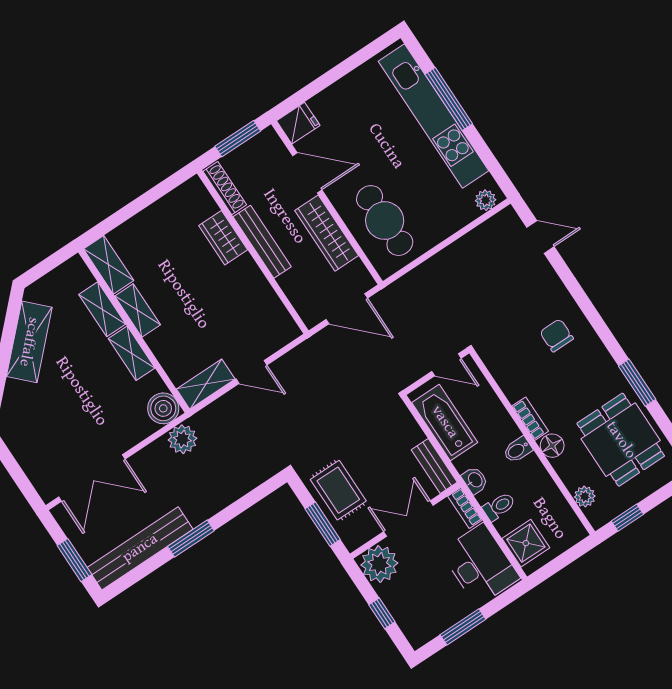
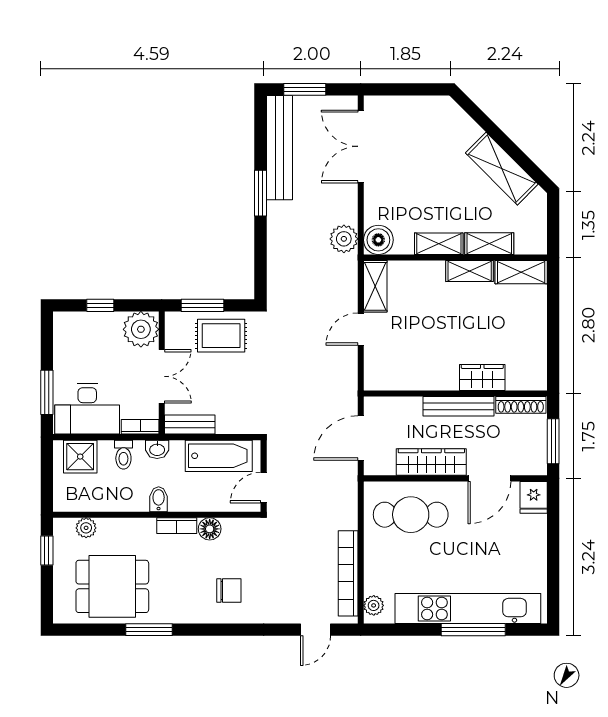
bookcase: (472, 241) -> (348, 573), added
floor lamp: (552, 446) -> (210, 529), moved
window: (463, 627) -> (47, 392), moved

